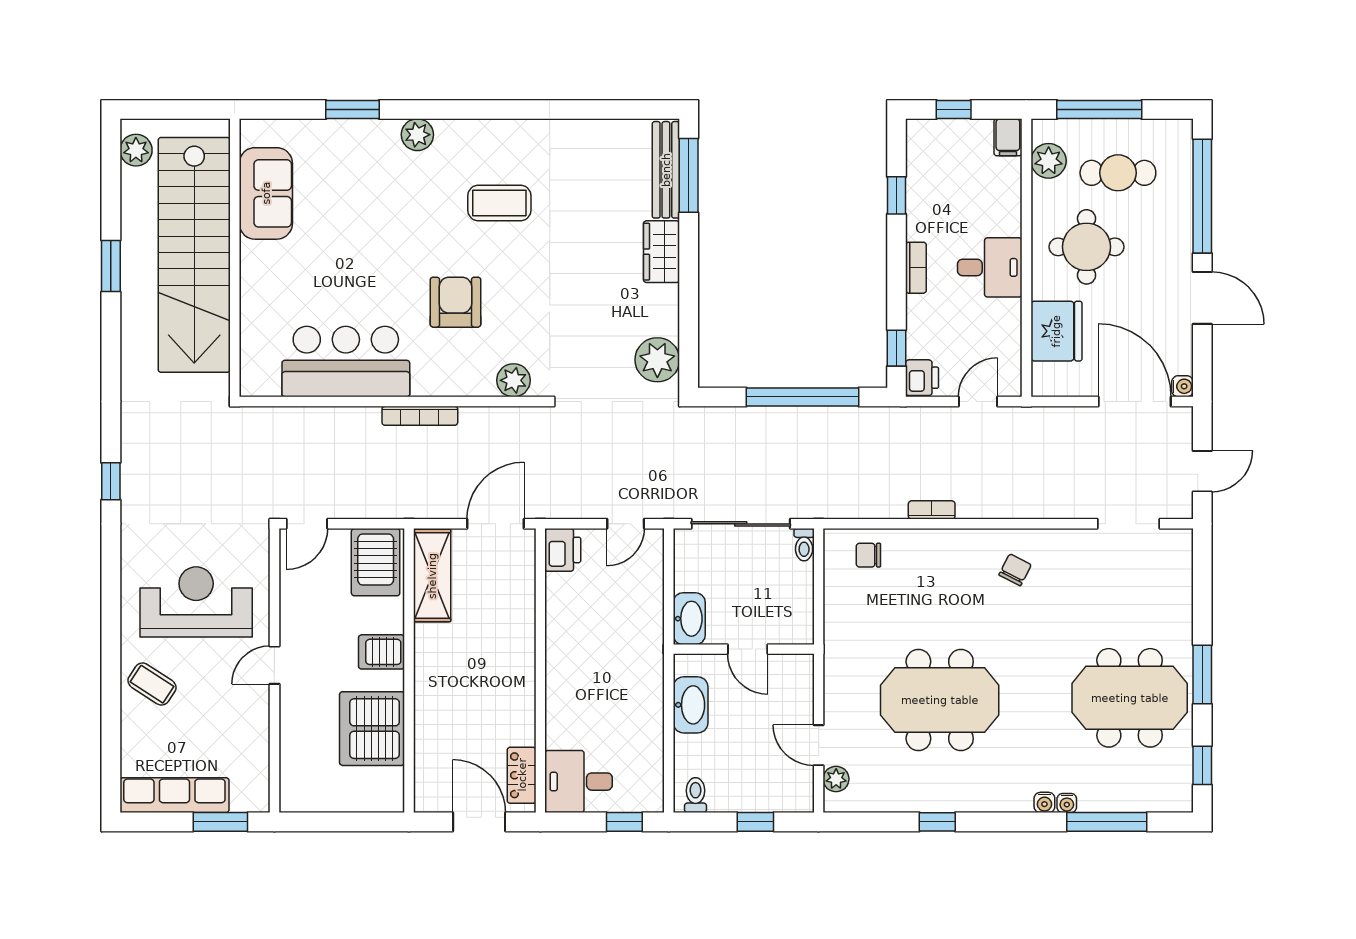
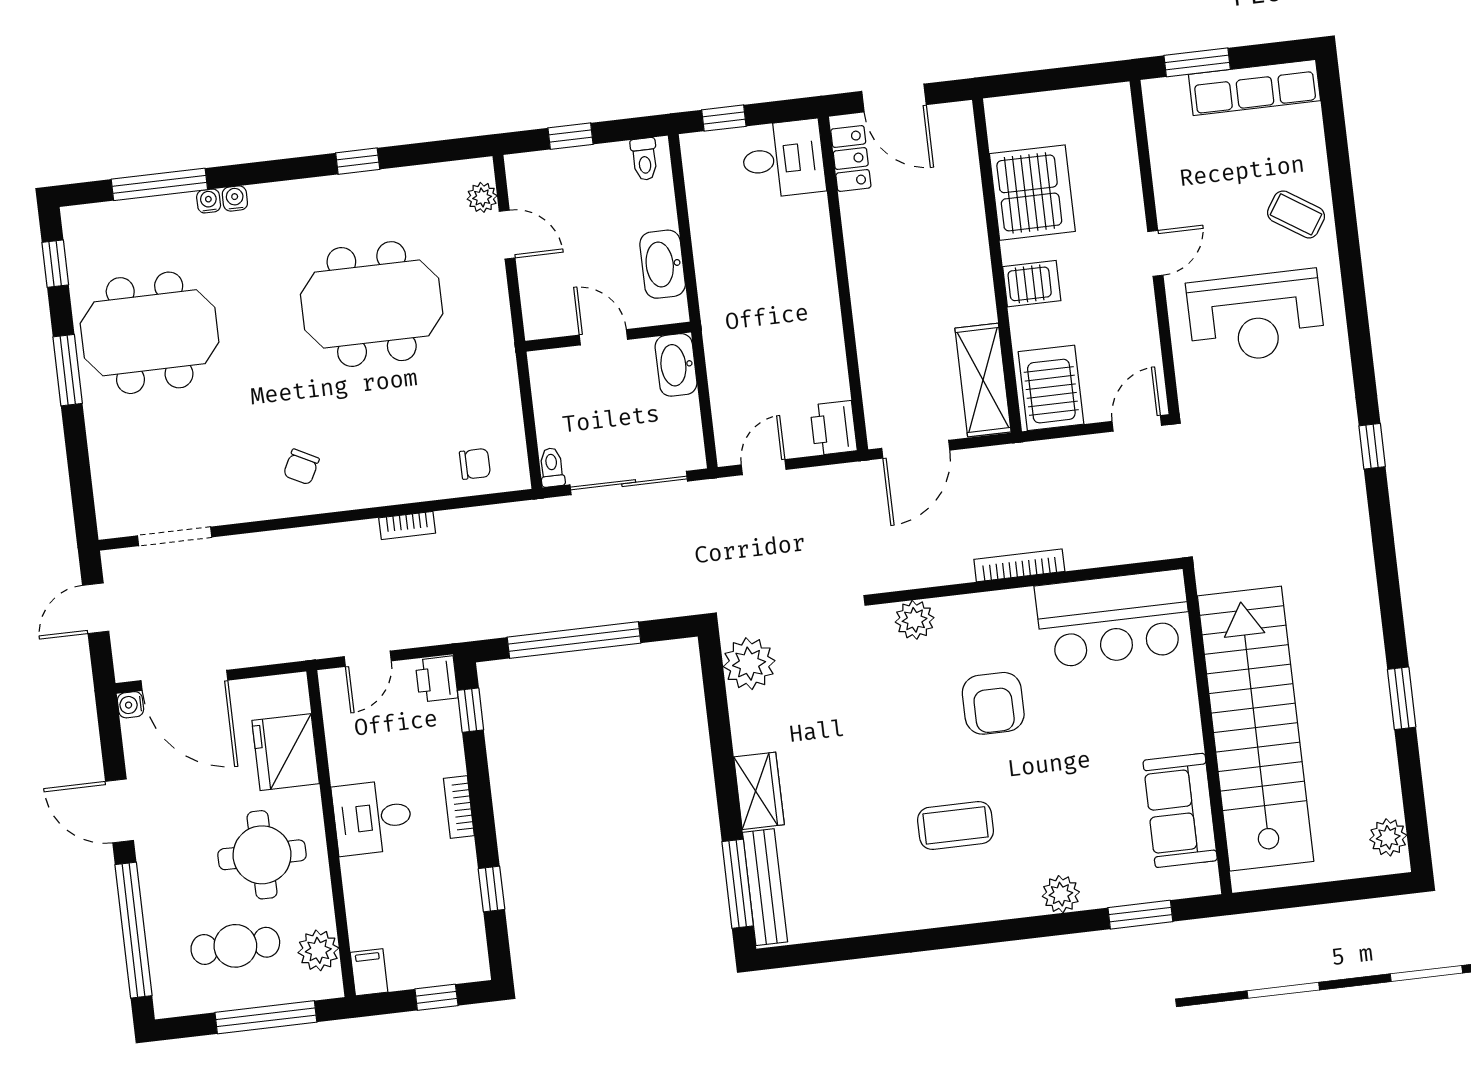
sofa: (266, 193) -> (1180, 810), moved
stairs: (194, 255) -> (1256, 729), moved
wall: (235, 258) -> (1208, 731), moved

